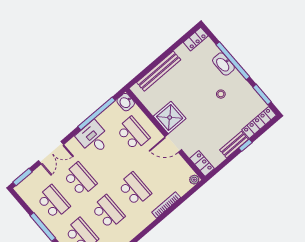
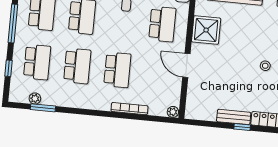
shower: (170, 117) -> (206, 30), moved
locker: (202, 164) -> (192, 105), removed

